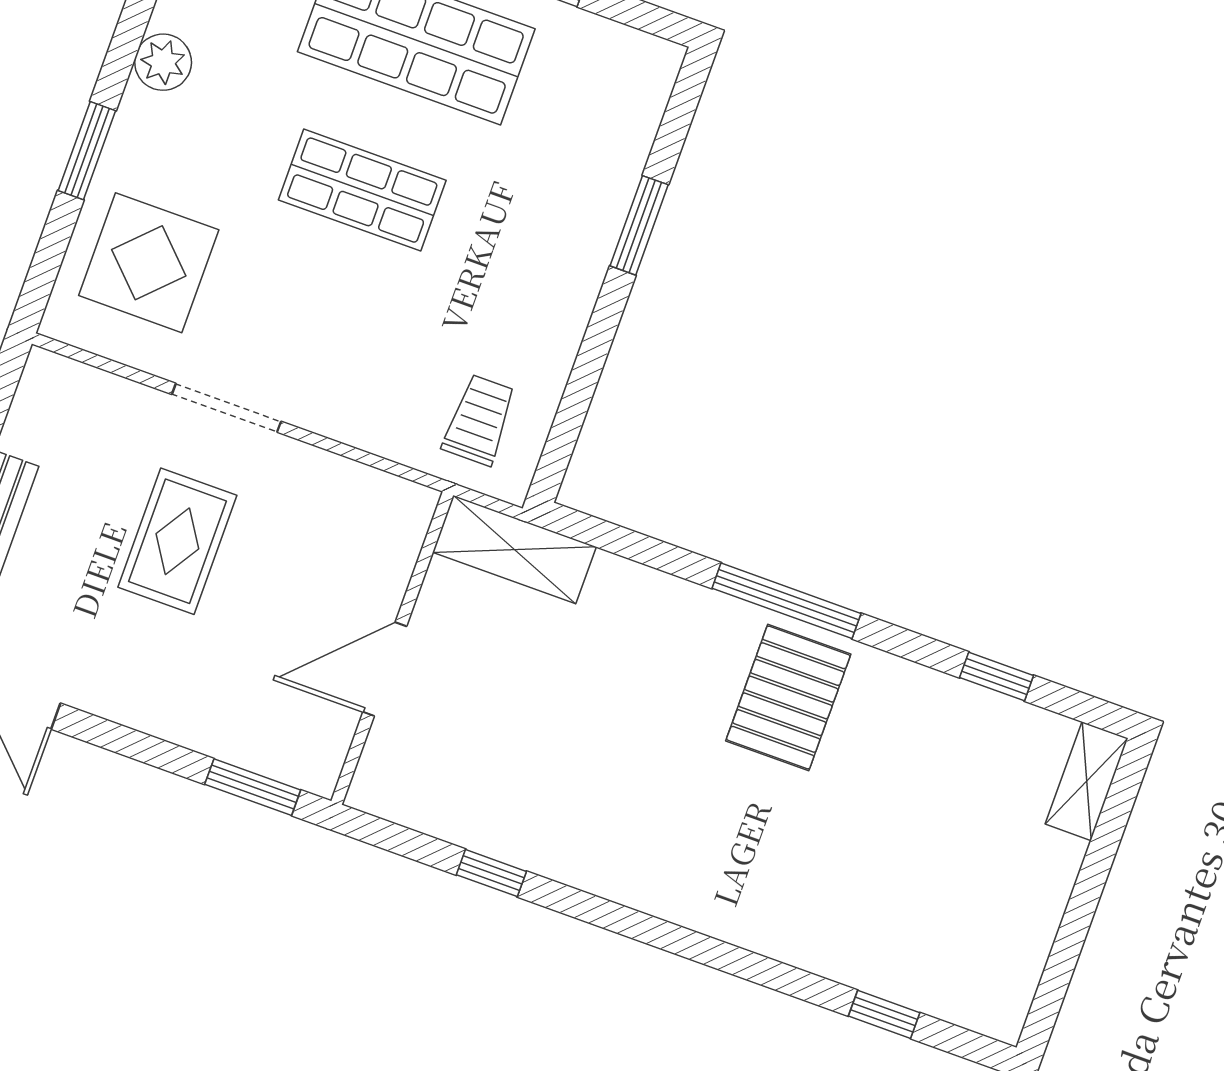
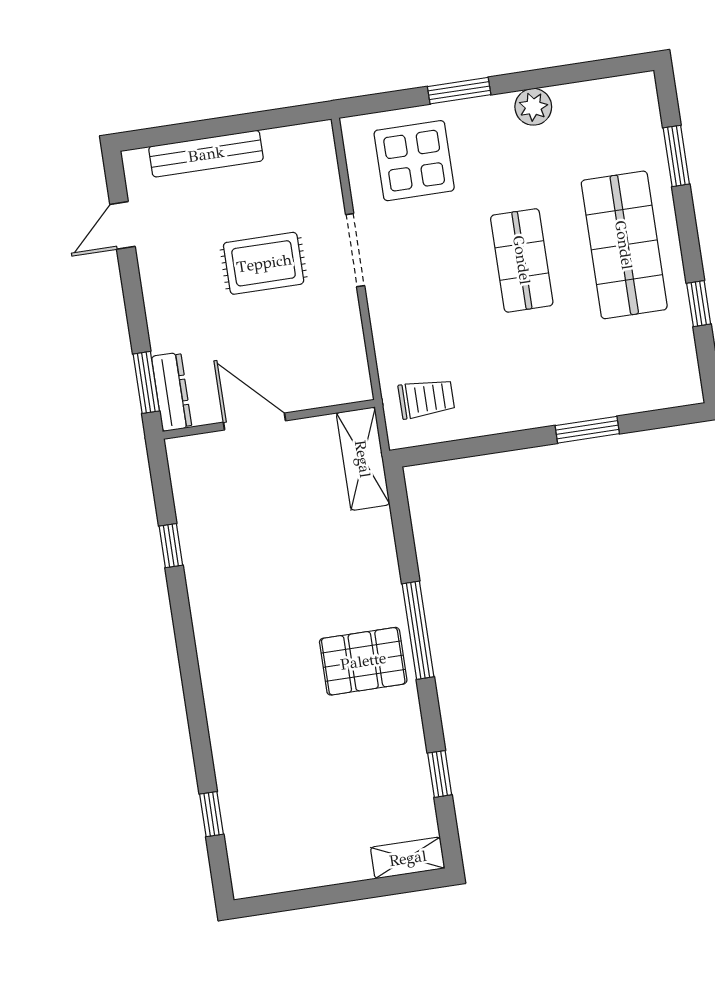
dresser: (284, 760) -> (172, 392), added

